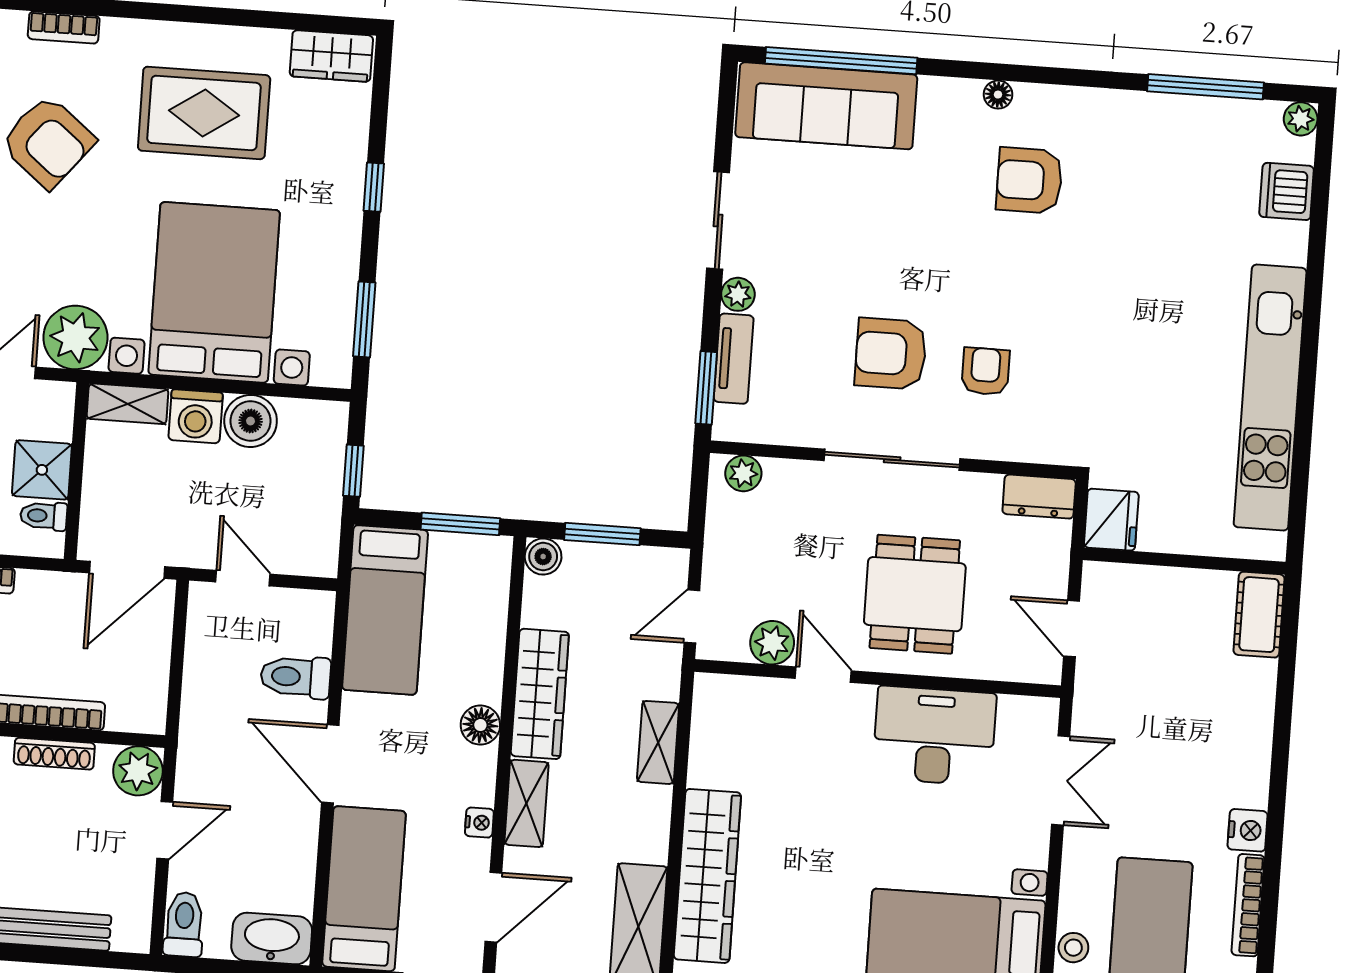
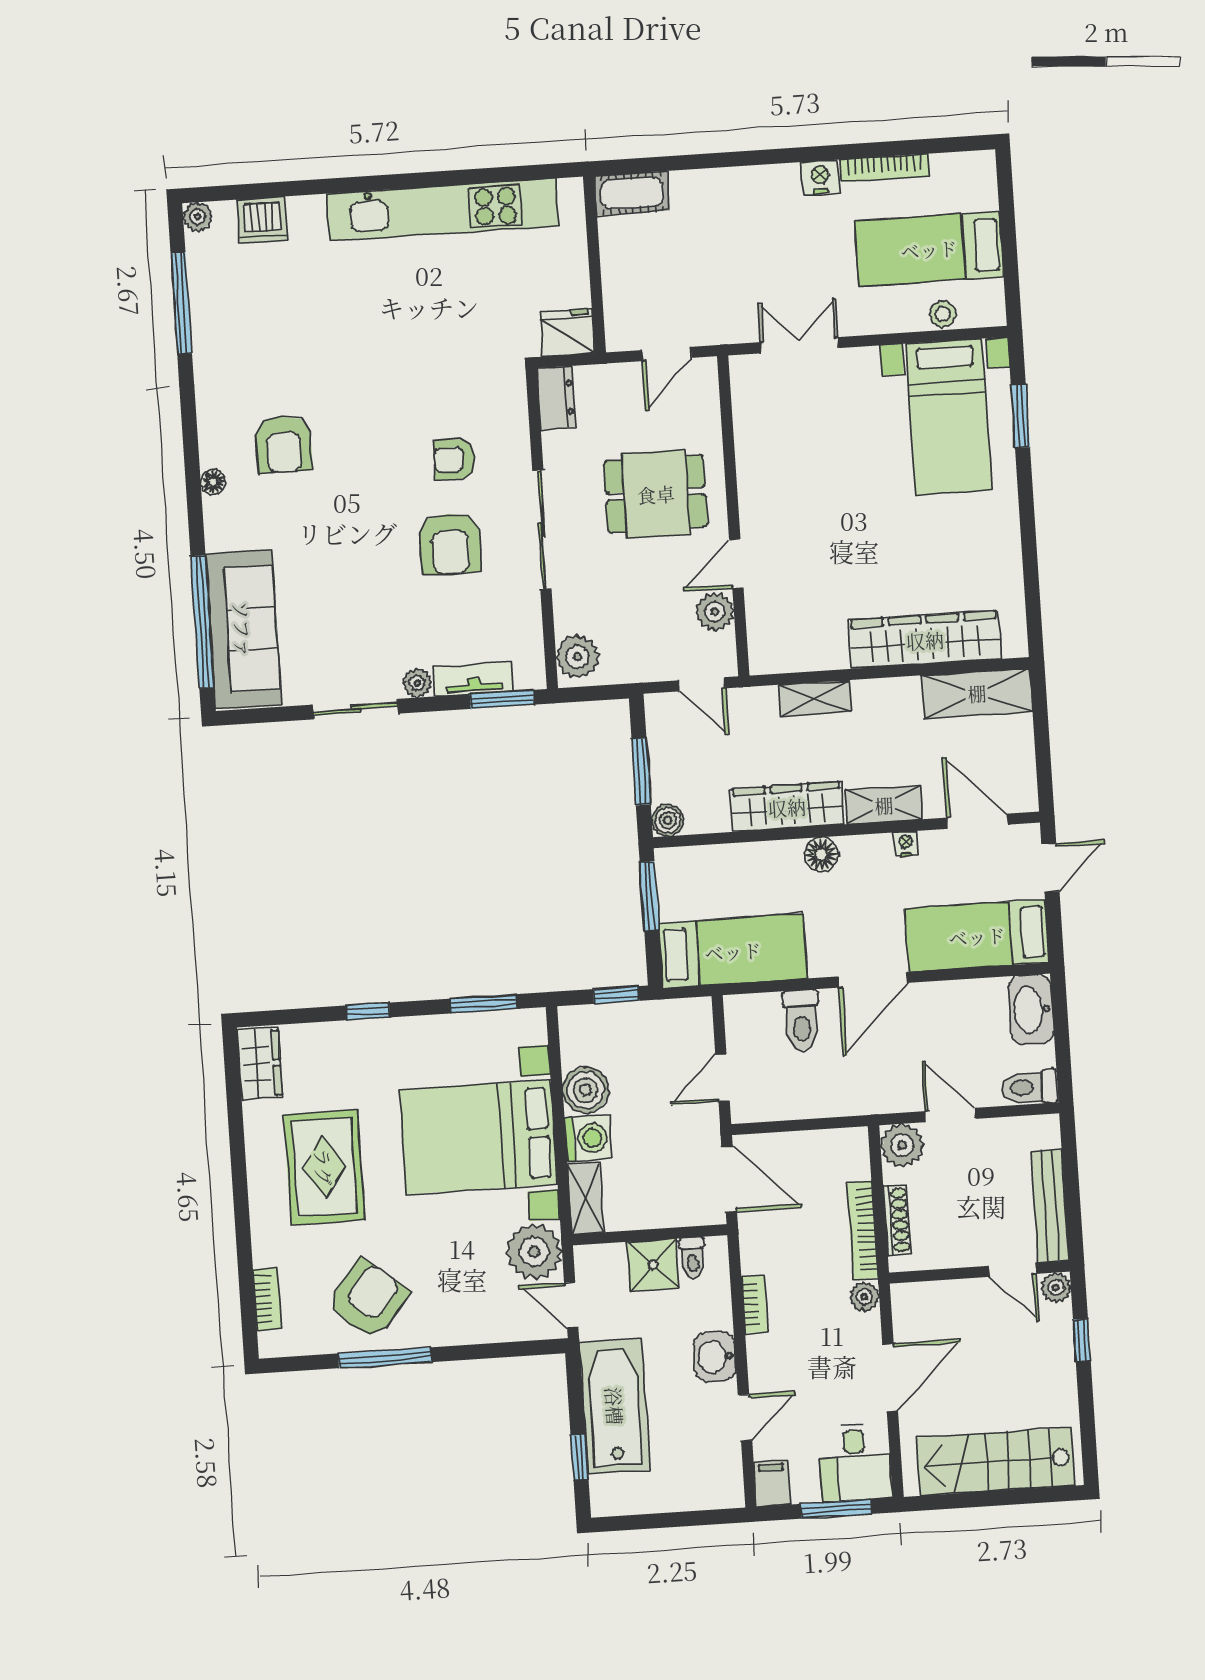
plant: (743, 473) -> (578, 656), width x1.38, depth x1.38
desk: (934, 736) -> (776, 460), removed

